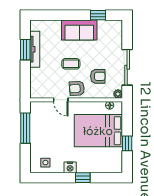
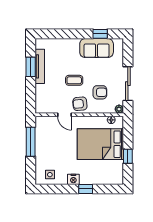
sofa: (79, 30) -> (97, 48), moved

